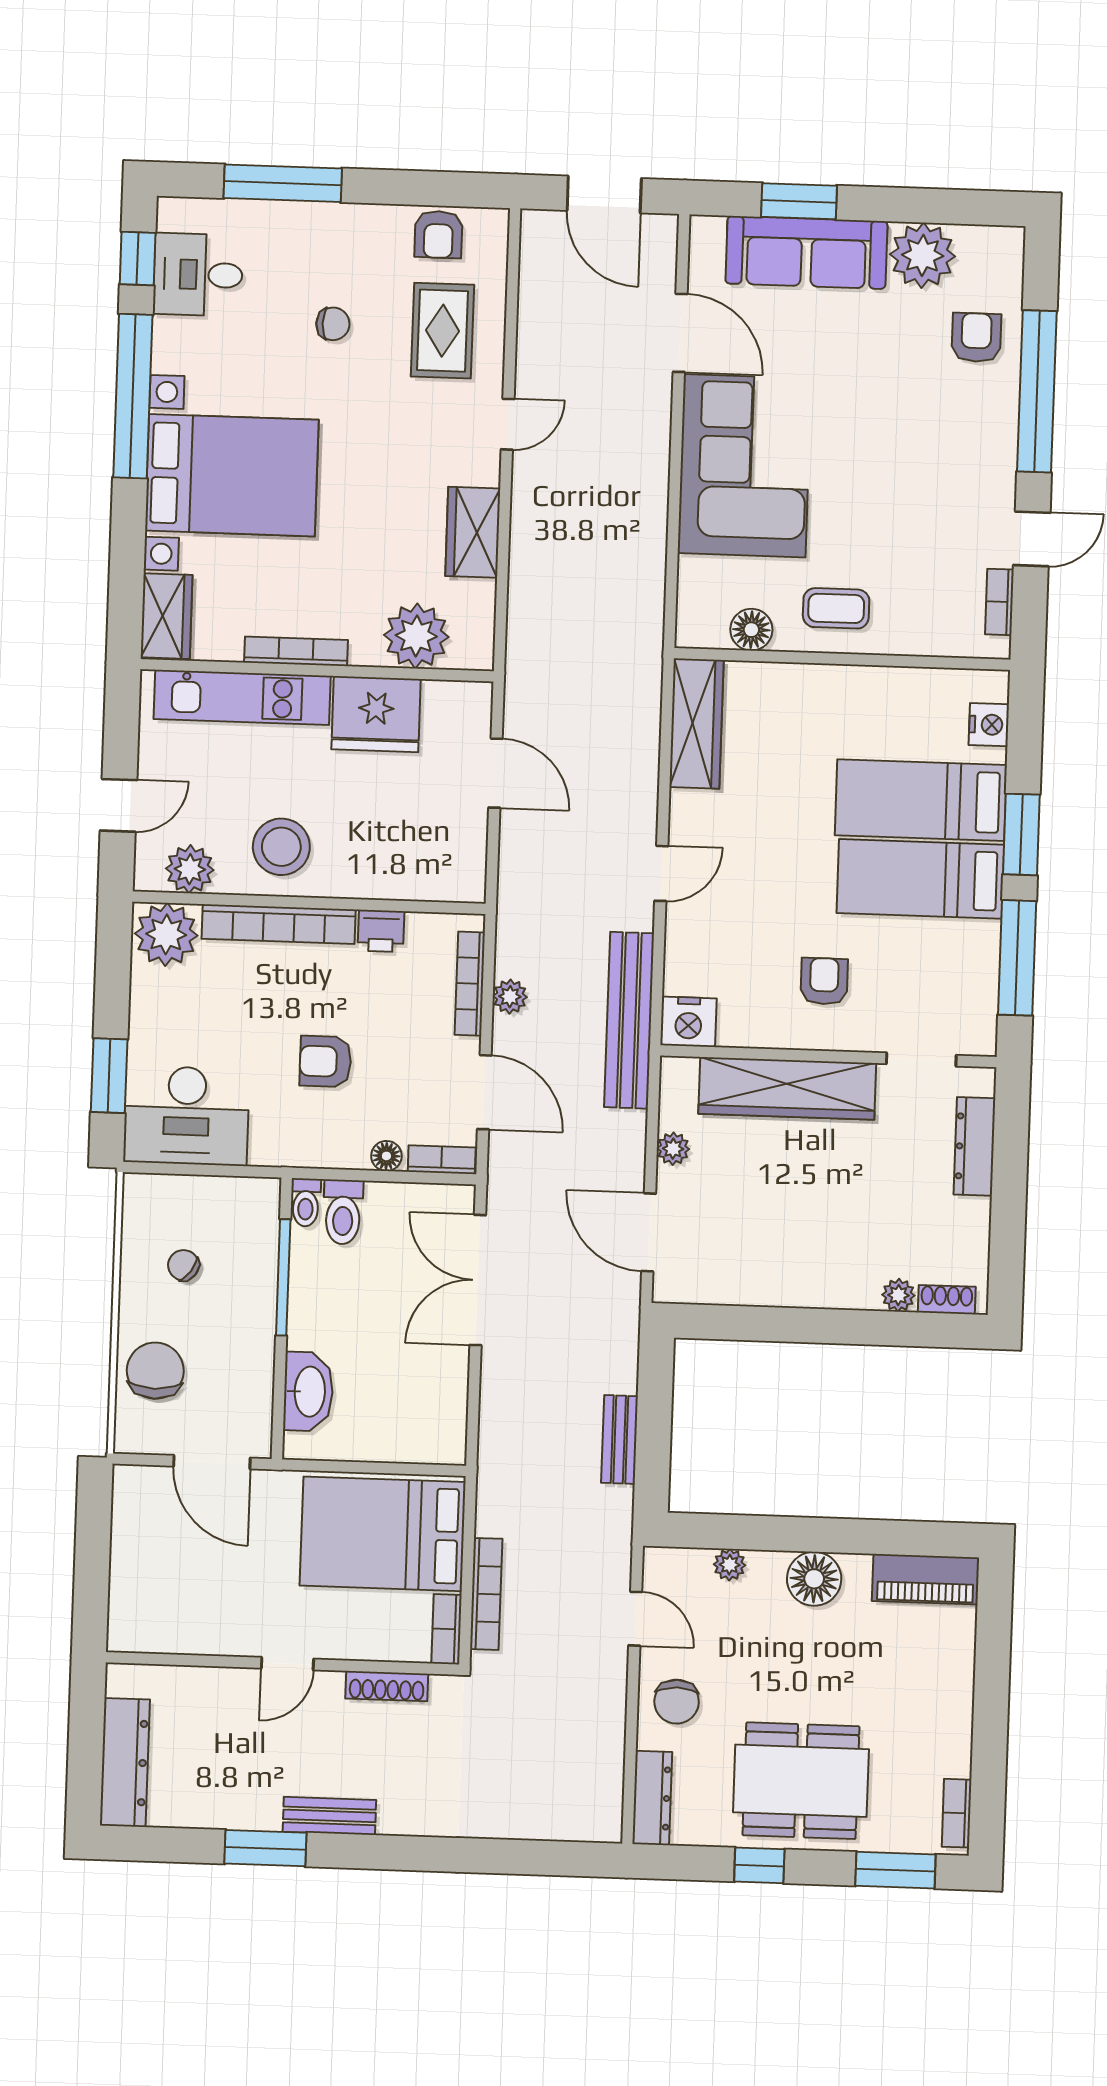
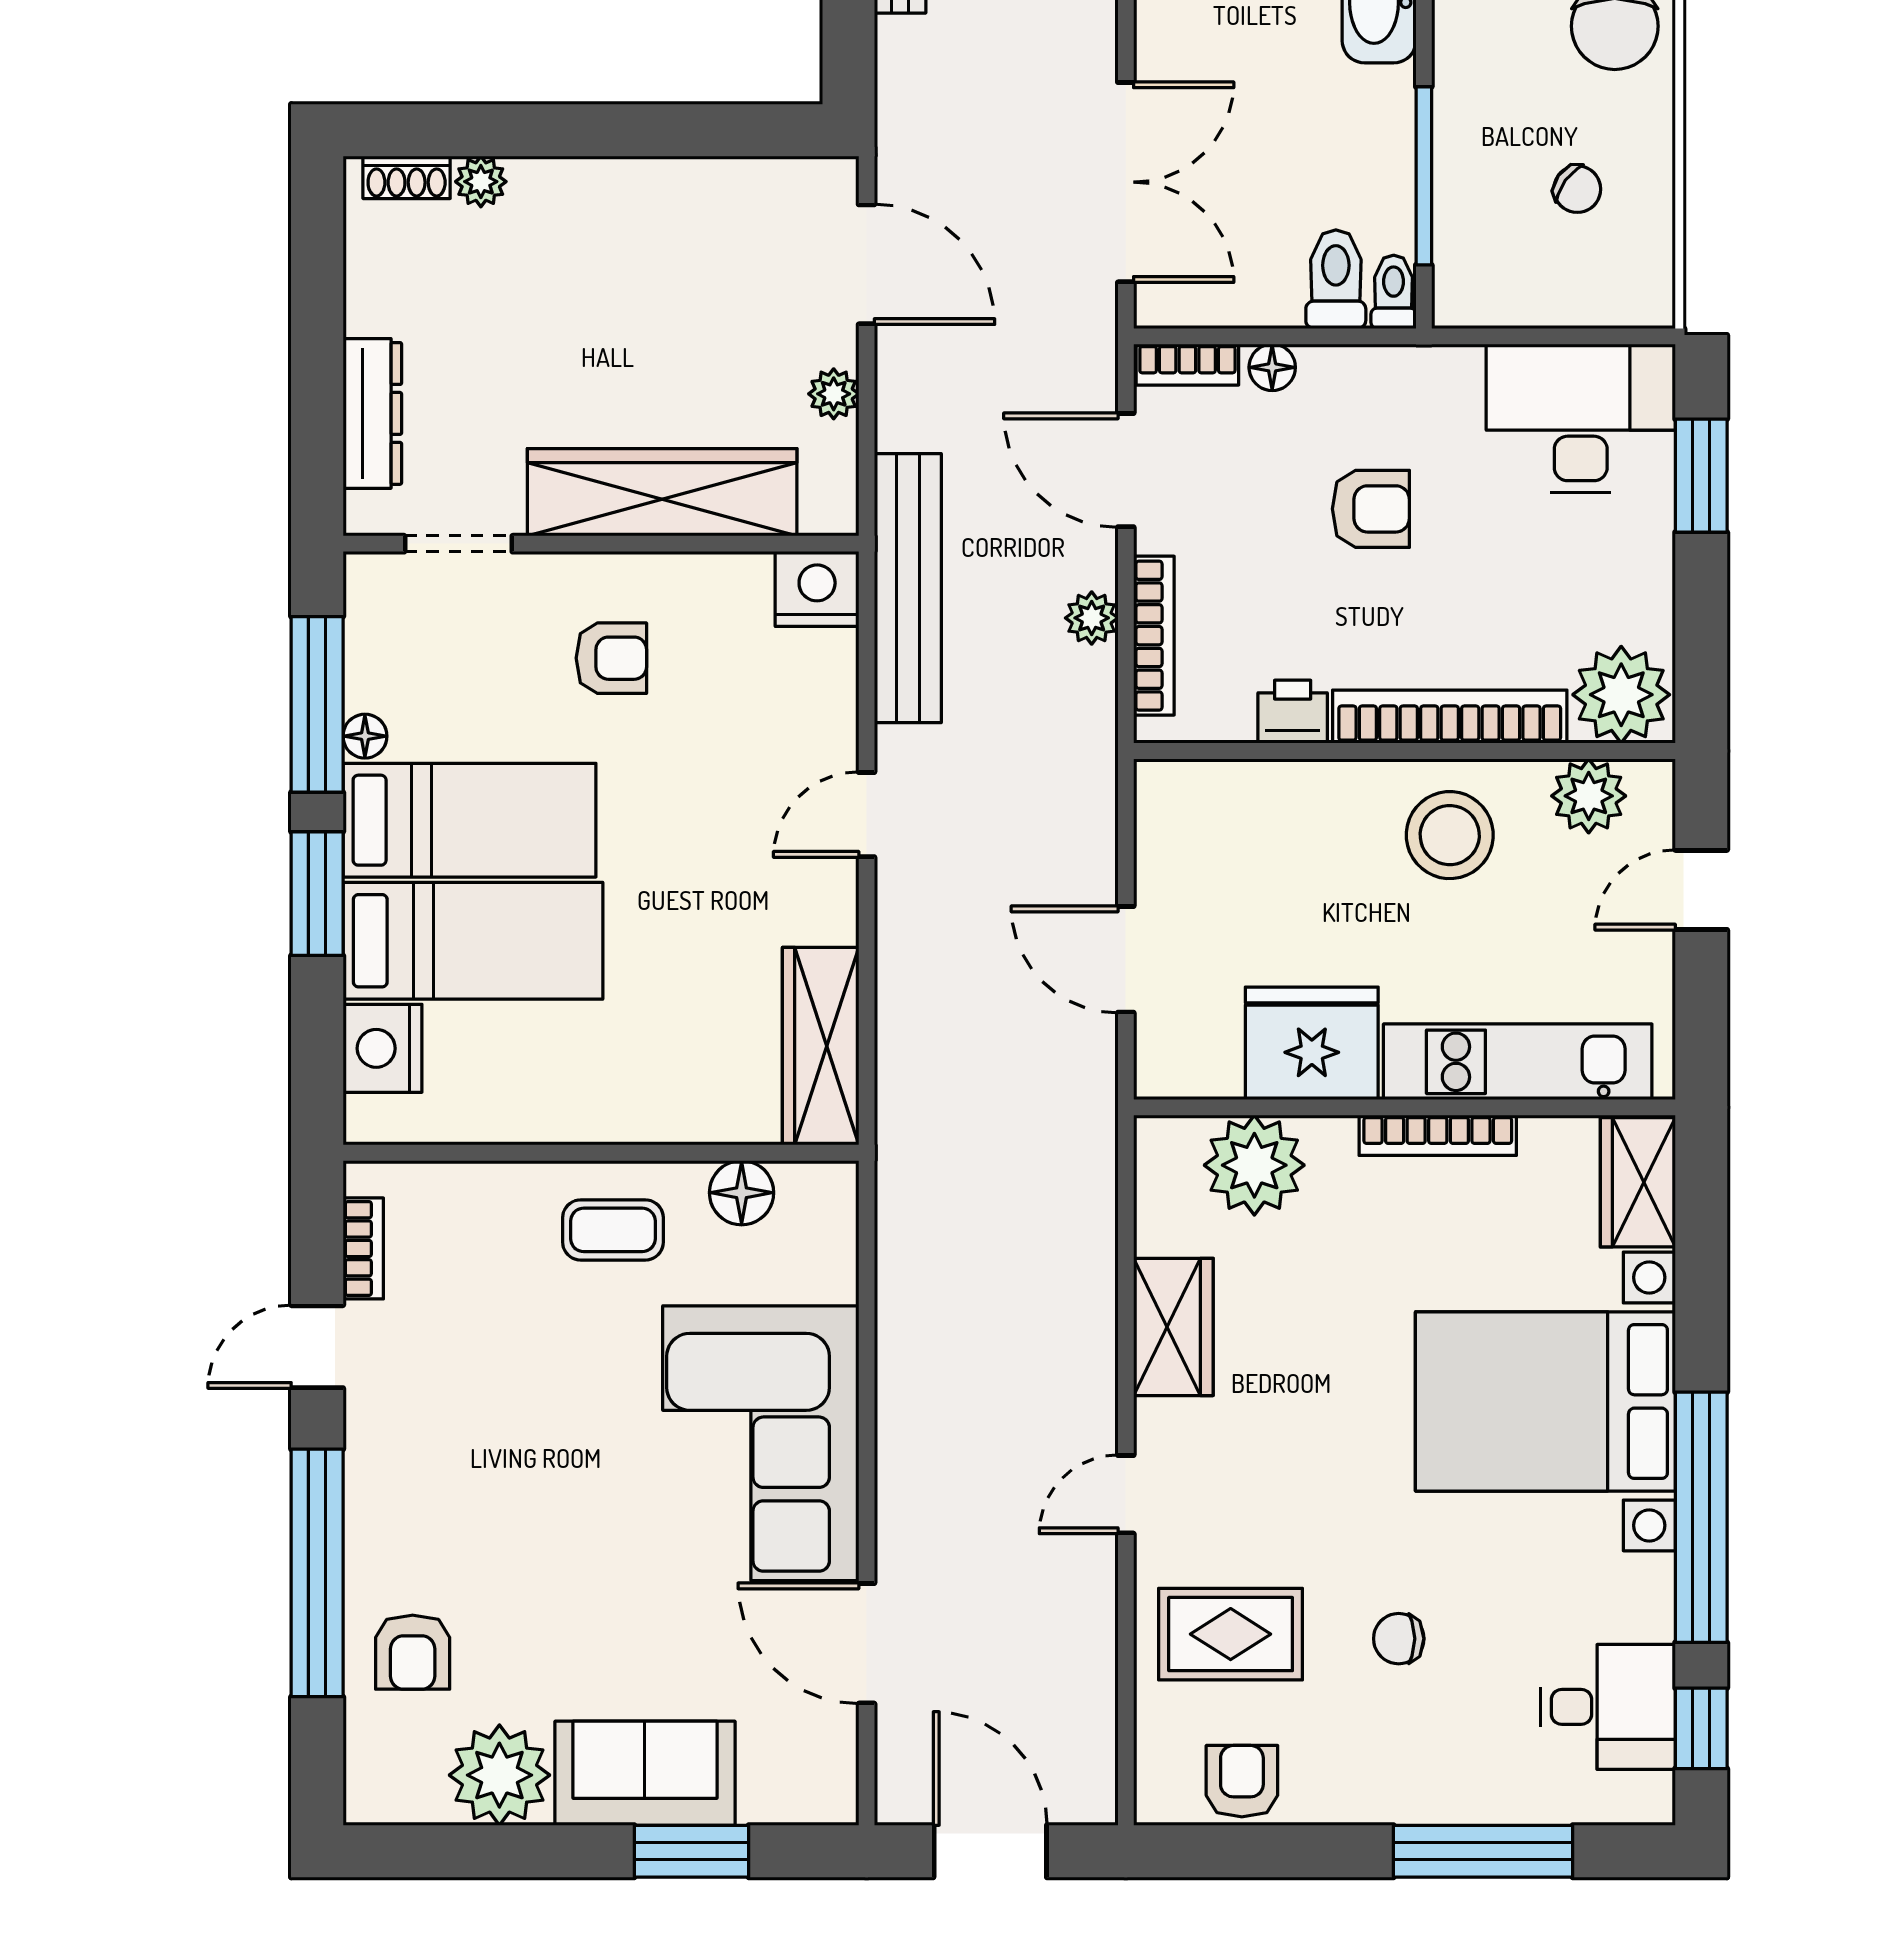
sofa: (806, 252) -> (645, 1773), width x0.73
rug: (442, 331) -> (1231, 1634), turned 90
nightstand: (989, 725) -> (382, 1048), width x1.36, depth x1.33
floor lamp: (987, 936) -> (365, 736), added
armchair: (824, 981) -> (611, 658), turned -90

